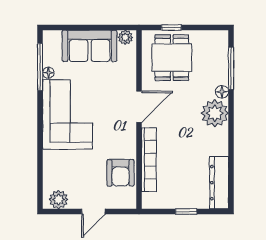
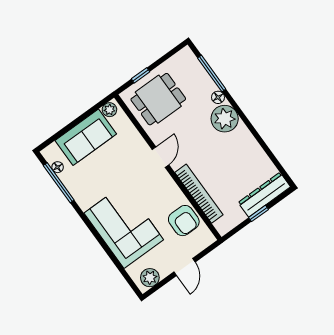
dining table: (172, 58) -> (158, 99), turned 90
floor lamp: (48, 73) -> (58, 167), moved
door: (139, 107) -> (160, 157), width x0.73
corner sofa: (68, 115) -> (124, 226), moved
dresser: (219, 183) -> (264, 195), moved, turned 90

